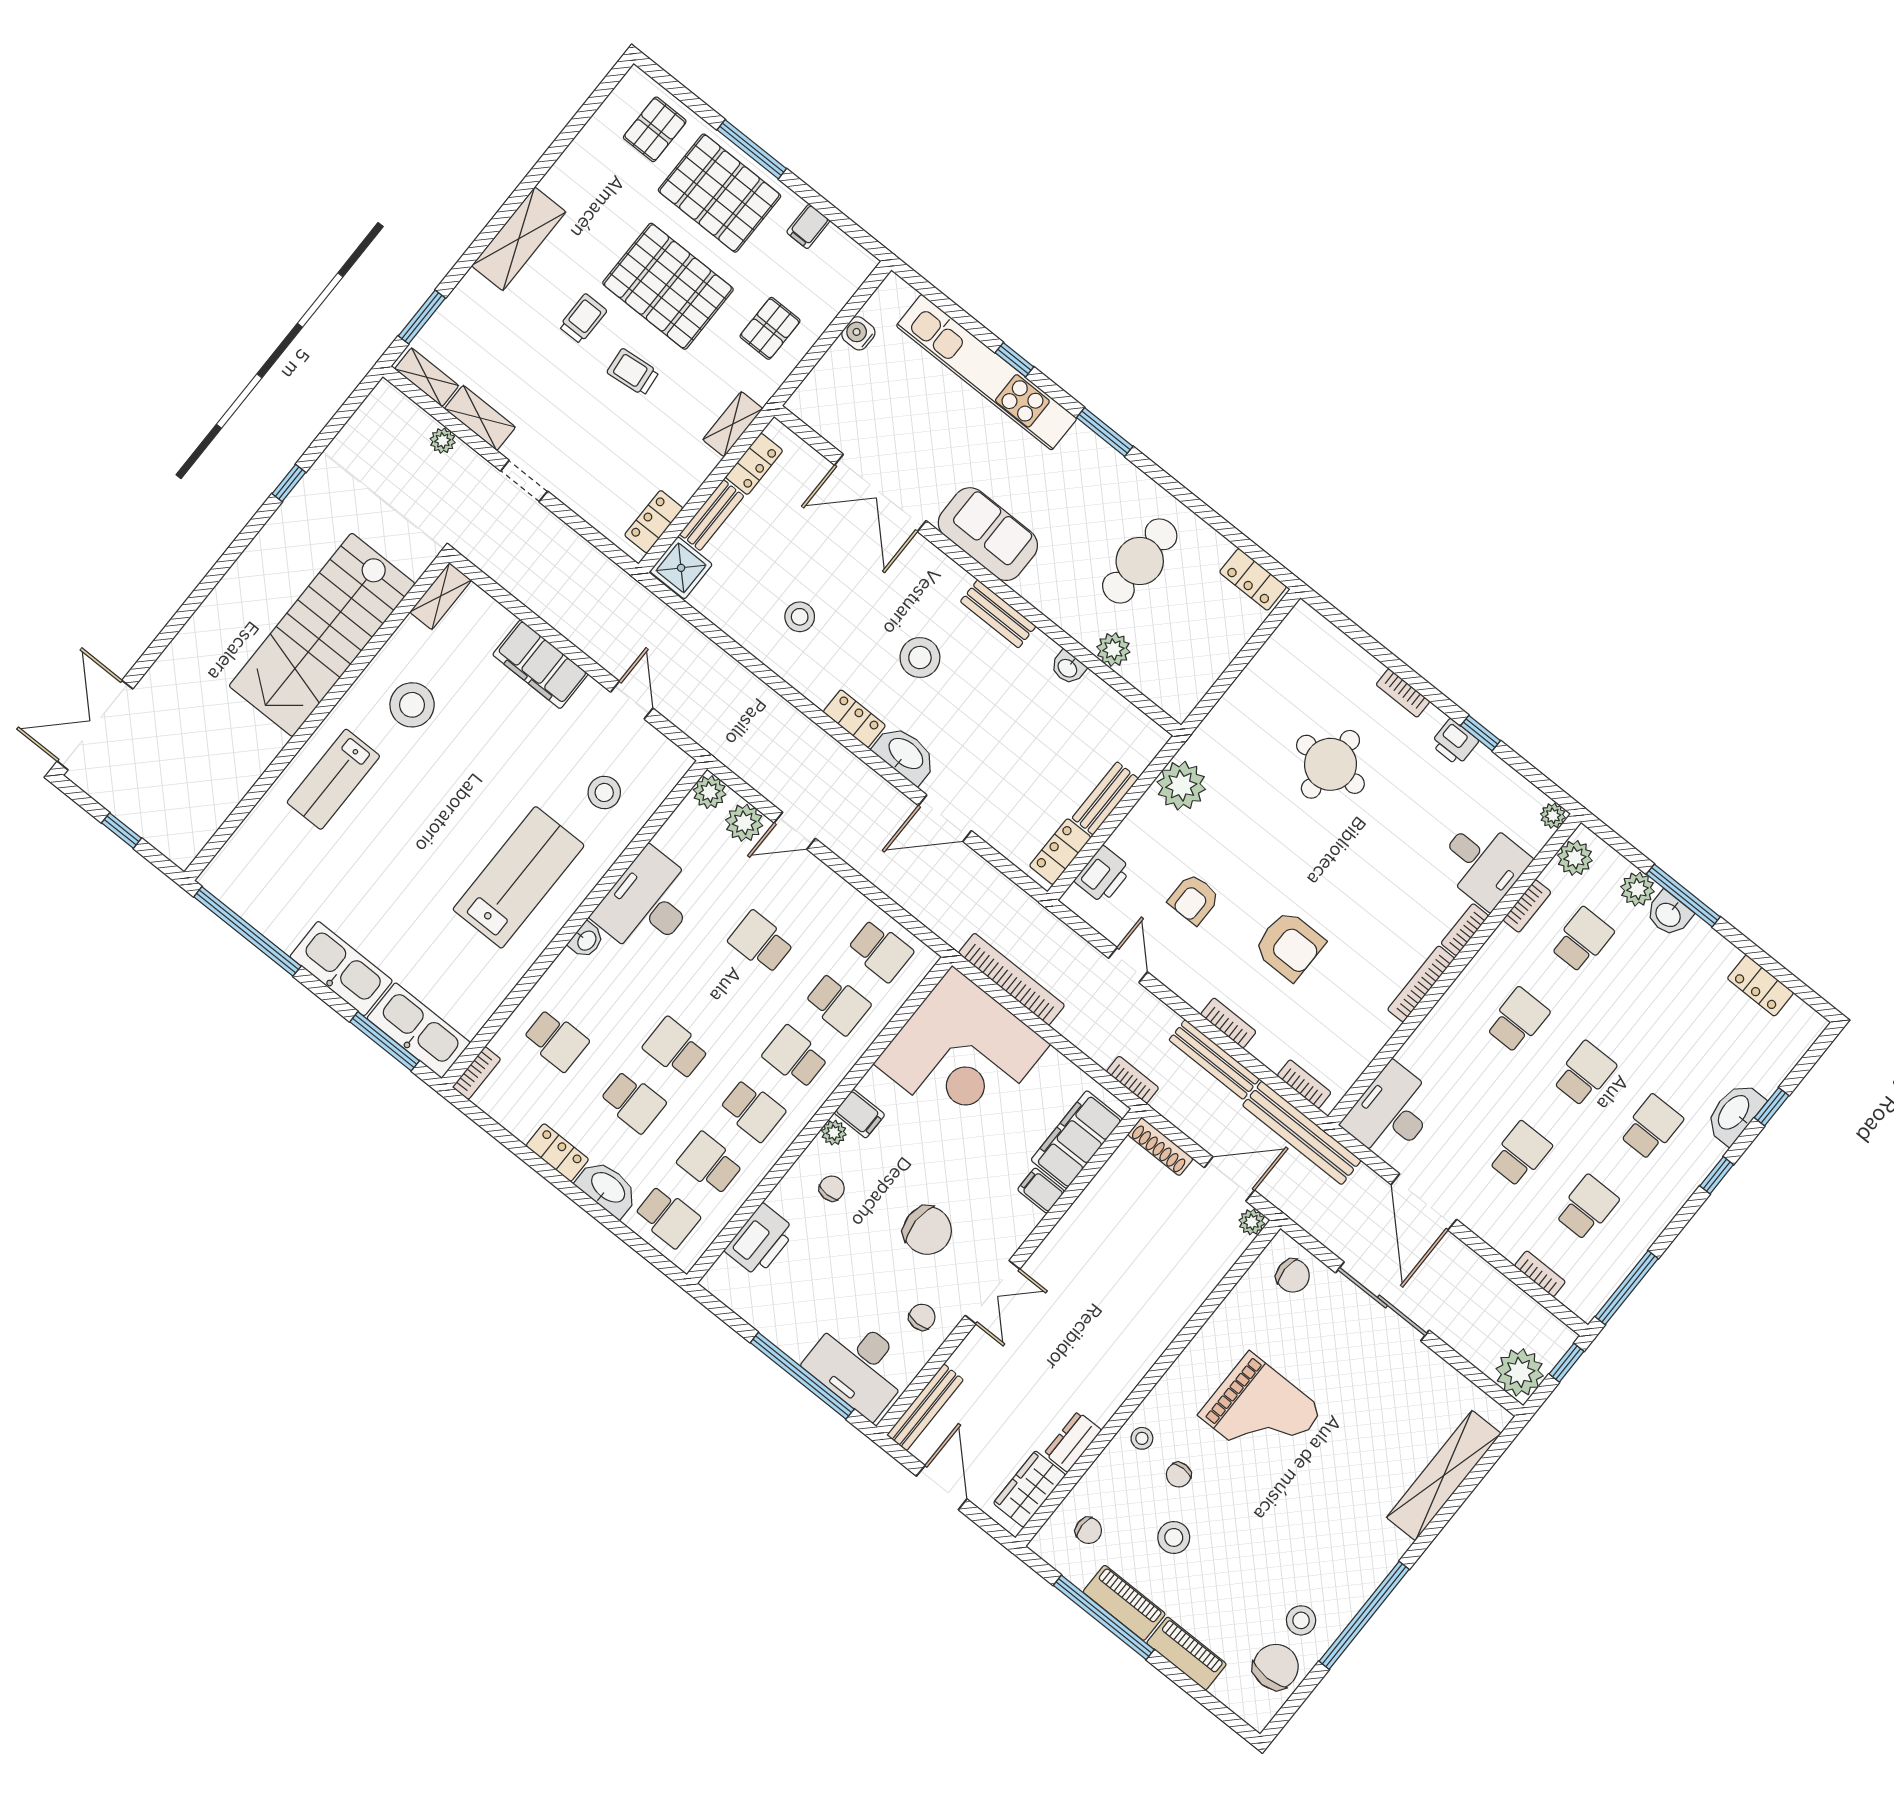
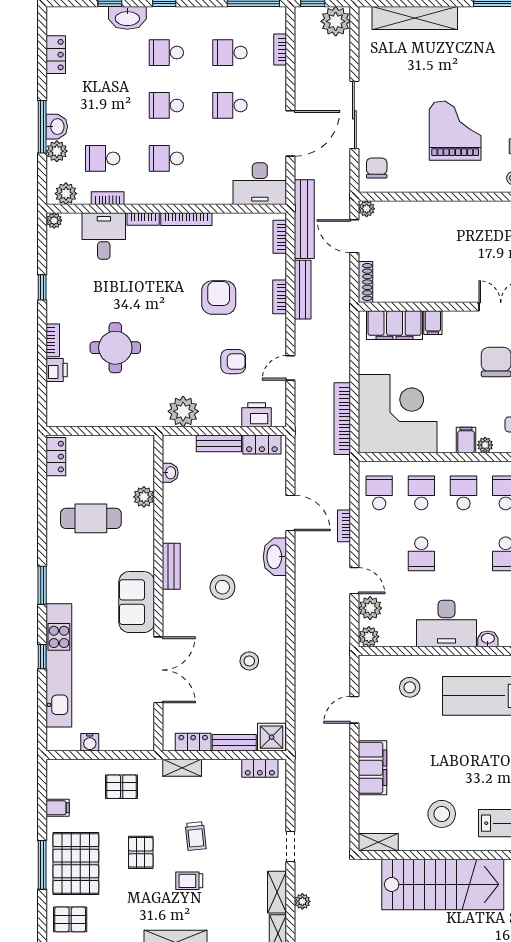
pallet: (668, 286) -> (141, 852), width x0.49, depth x0.50
washbasin: (1068, 668) -> (170, 473), moved
locker: (854, 719) -> (277, 595), removed
printer: (1454, 742) -> (57, 370), moved
school desk: (795, 1057) -> (463, 493), turned 180
bookcase: (1133, 1080) -> (344, 526), moved

